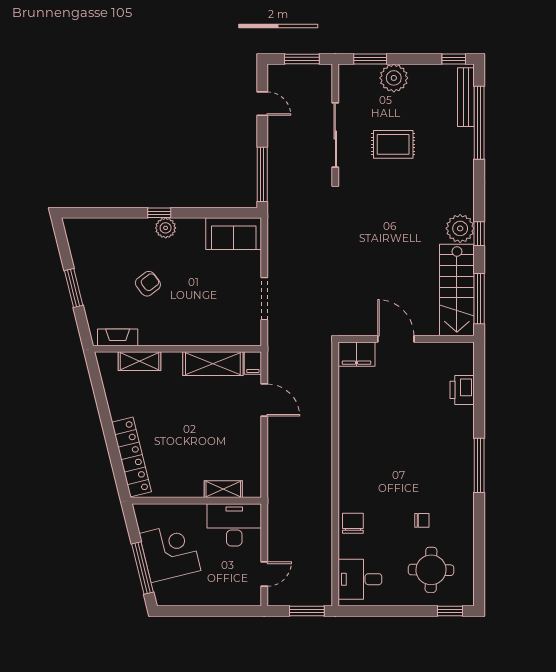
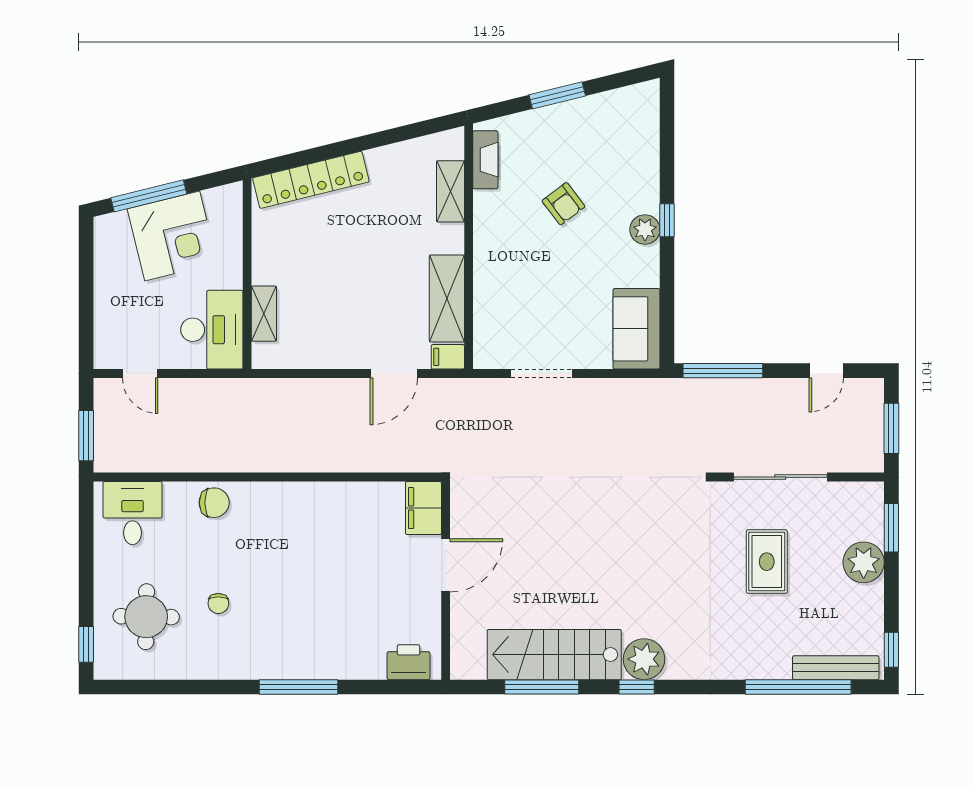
door: (396, 339) -> (446, 565), moved
wall: (406, 339) -> (446, 581), moved
filing cabinet: (357, 354) -> (423, 508), moved

